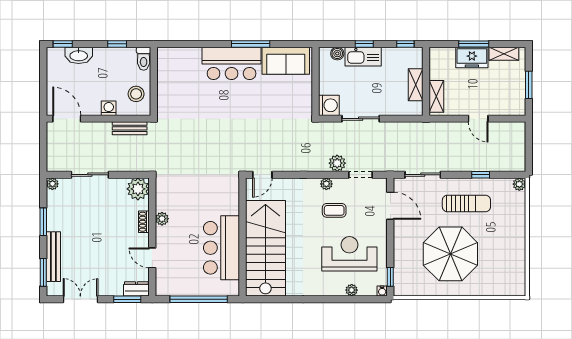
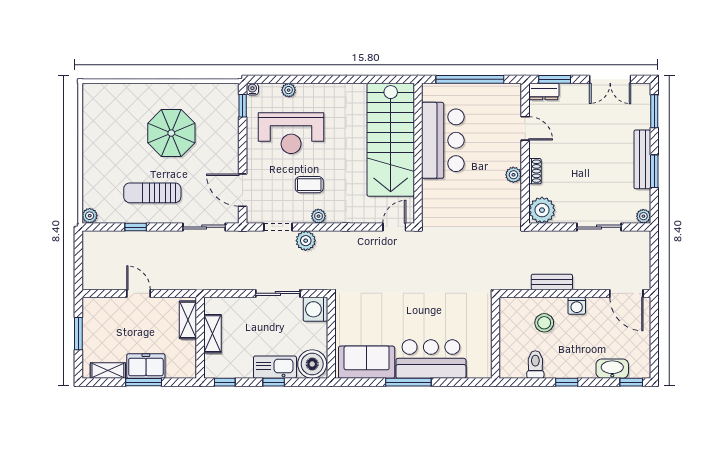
boiler: (337, 54) -> (312, 364), width x1.86, depth x1.86
wall: (154, 81) -> (496, 338), moved
parasol: (450, 254) -> (171, 133), width x0.73, depth x0.73
bench: (53, 257) -> (642, 159), moved

